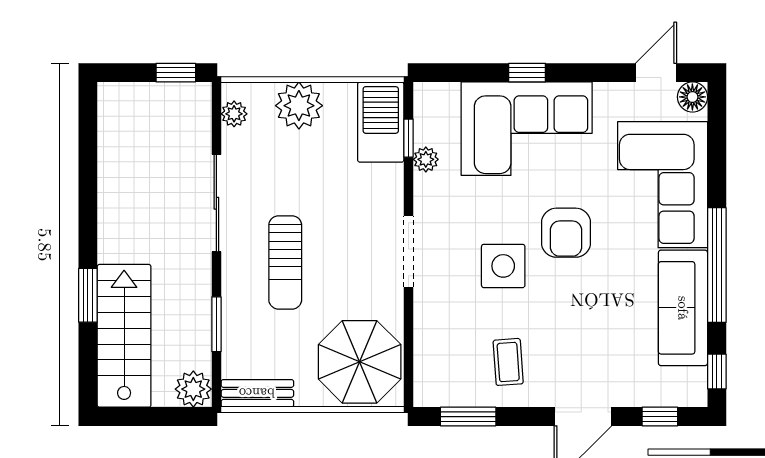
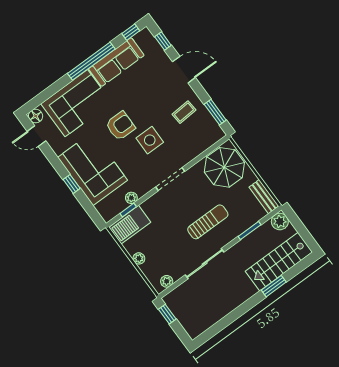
plant: (299, 106) -> (139, 258), width x0.53, depth x0.53

